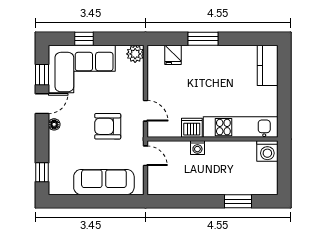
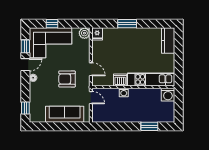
fridge: (173, 55) -> (97, 34), moved

